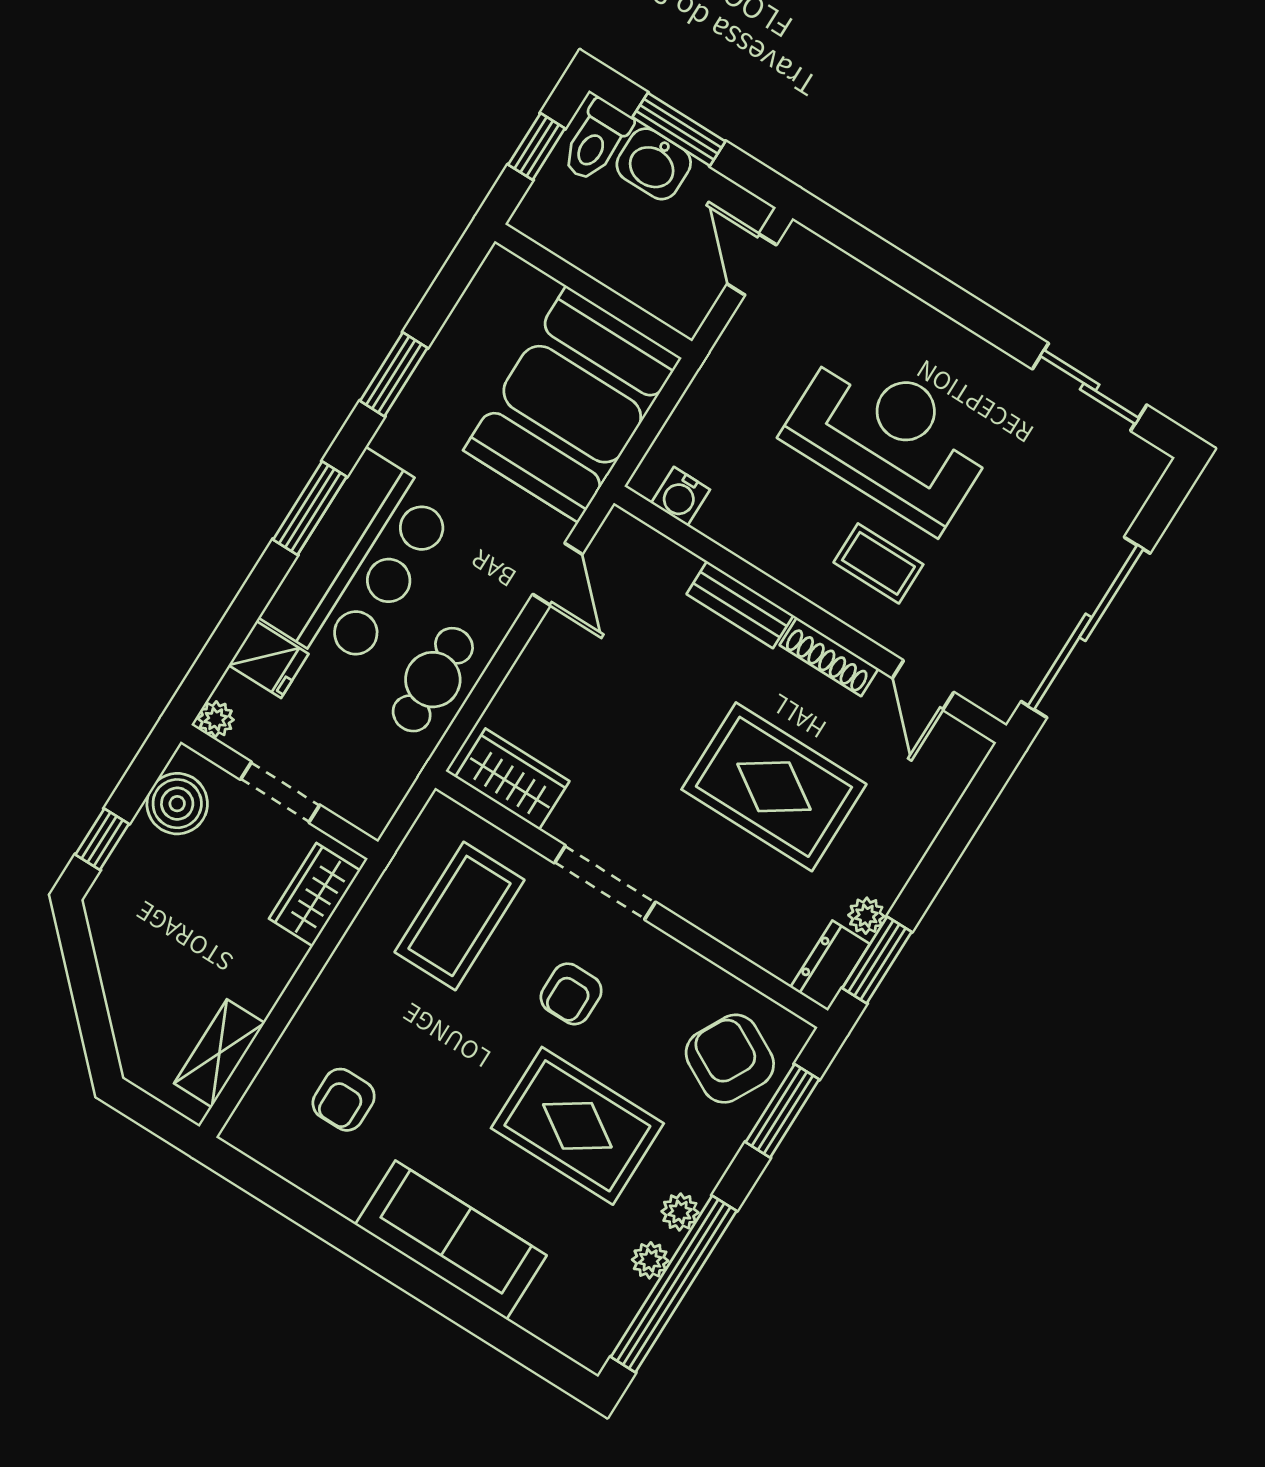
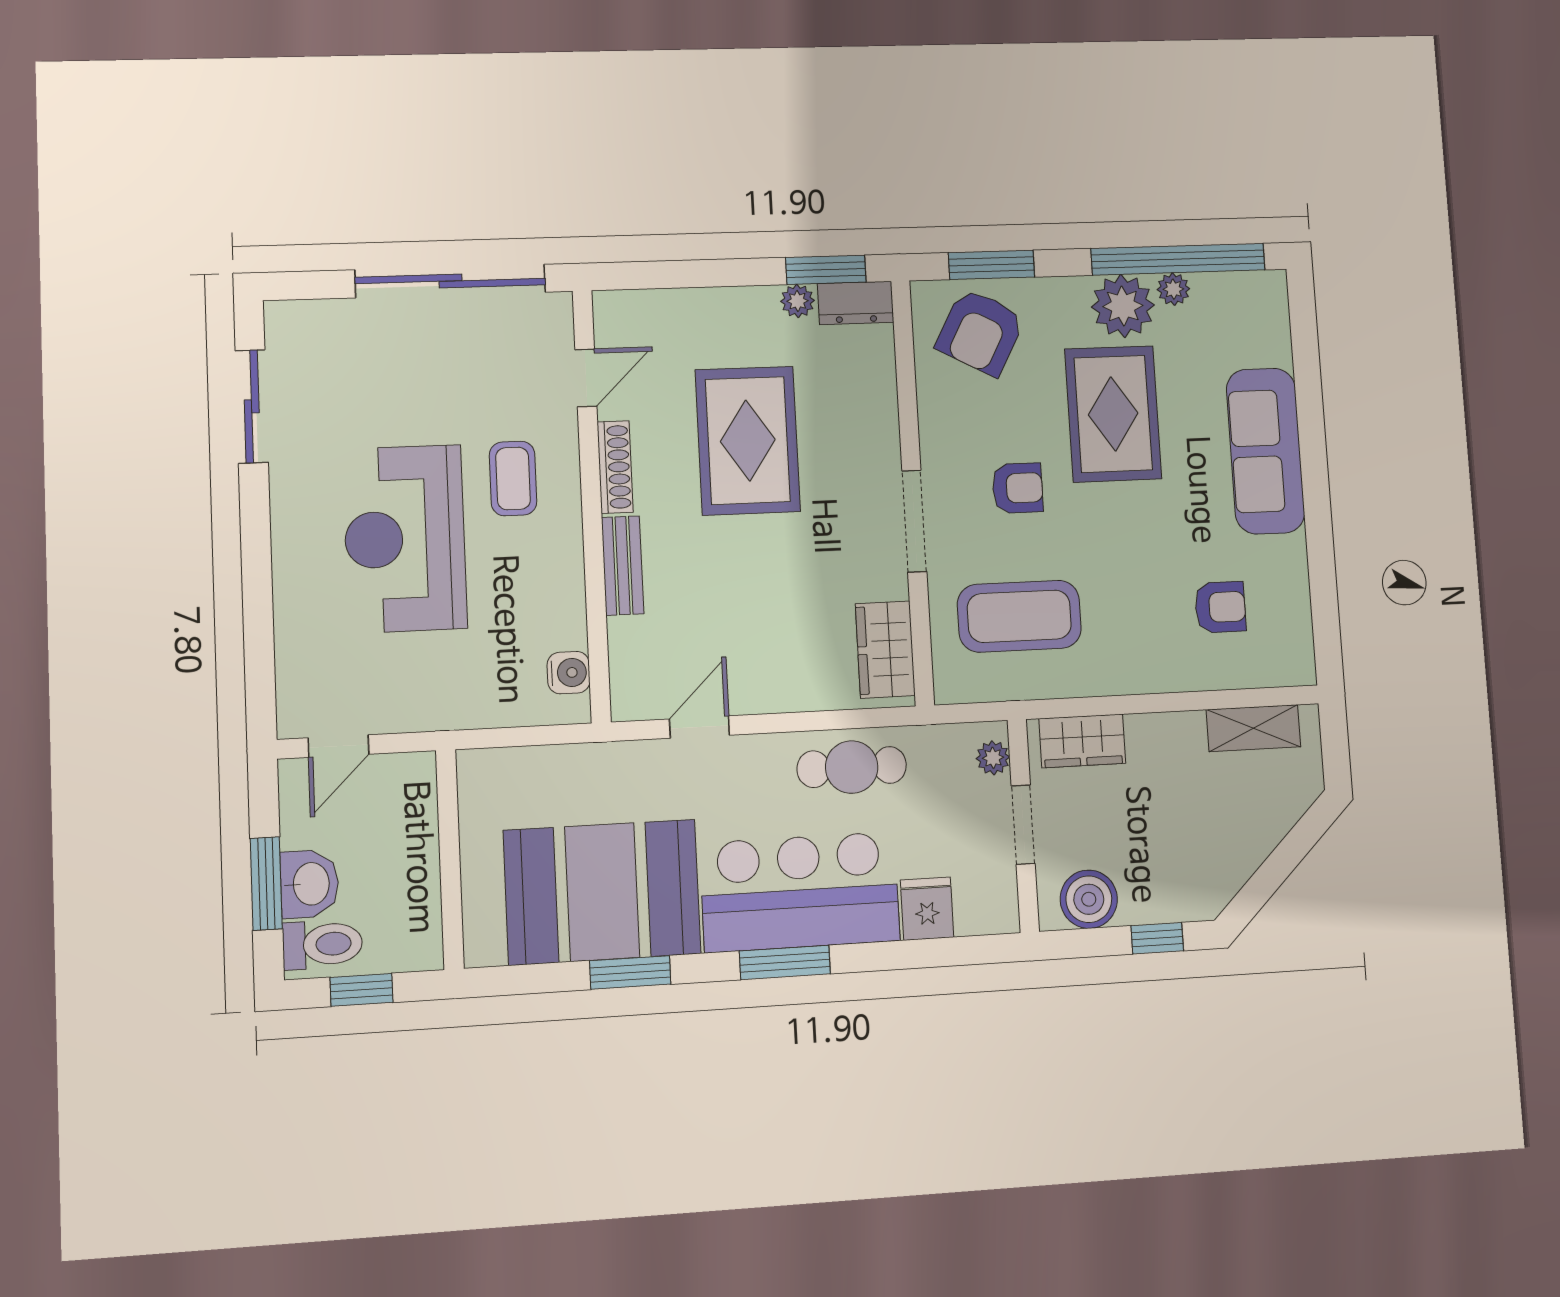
booth: (572, 404) -> (602, 892), moved
plant: (216, 719) -> (993, 758), moved
plant: (680, 1212) -> (1123, 306), width x1.87, depth x1.87

